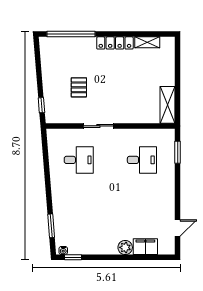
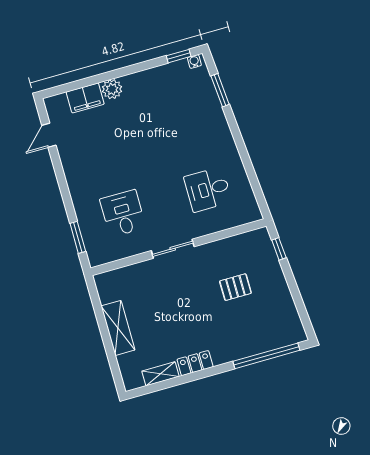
locker: (115, 43) -> (195, 363), width x0.66
pallet: (79, 87) -> (235, 287), turned 90
shelving: (168, 105) -> (118, 328), moved
sliding door: (98, 126) -> (173, 249), moved
desk: (142, 160) -> (123, 213), turned 90

